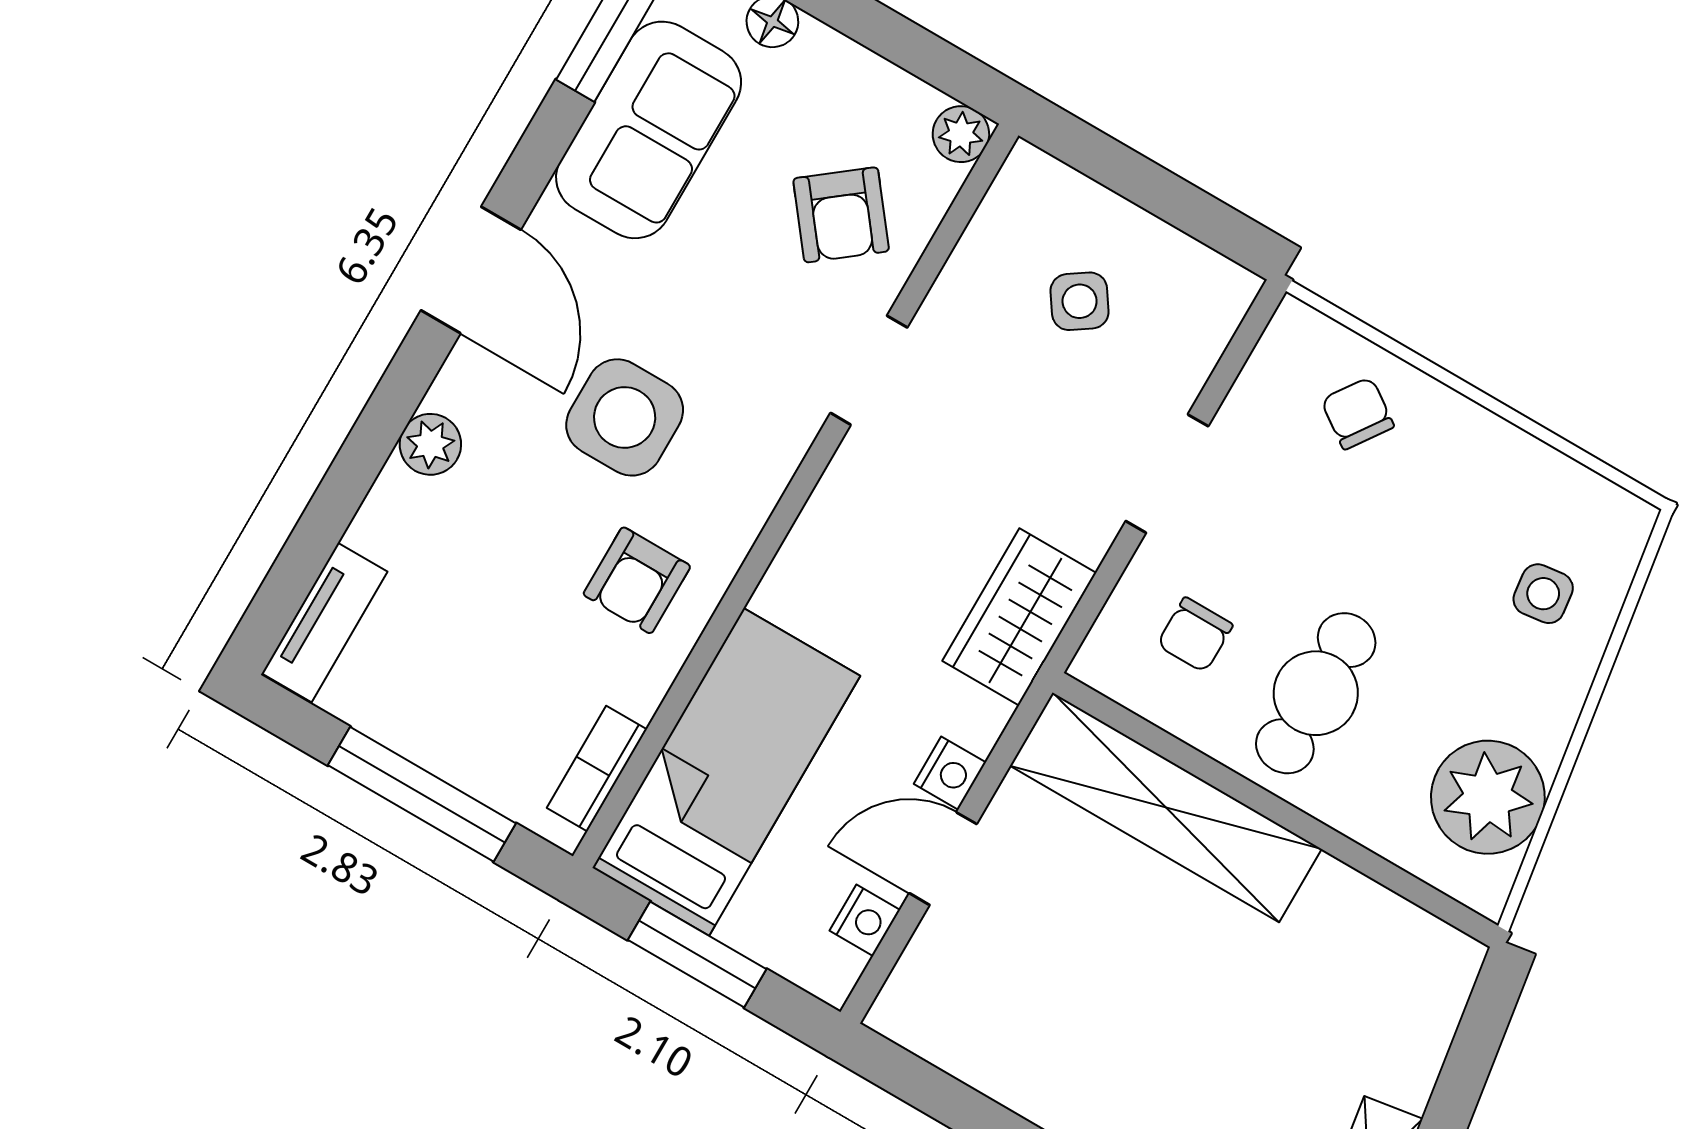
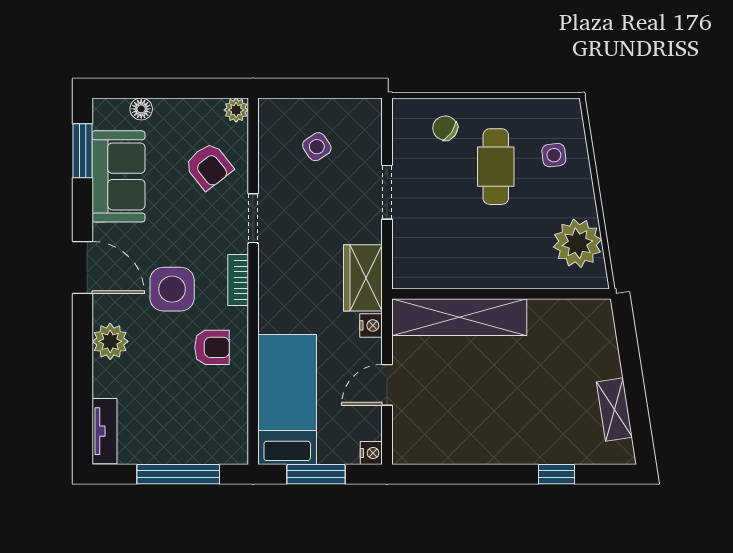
plant: (430, 444) -> (110, 341), width x1.38, depth x1.38
armchair: (637, 580) -> (212, 347), turned -90
chair: (1195, 635) -> (433, 246), removed
cafe table: (1316, 693) -> (496, 167), moved
bookcase: (597, 769) -> (238, 280), moved
nightstand: (950, 773) -> (371, 325), moved
nightstand: (865, 920) -> (371, 453), moved

